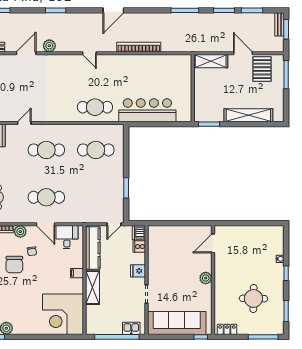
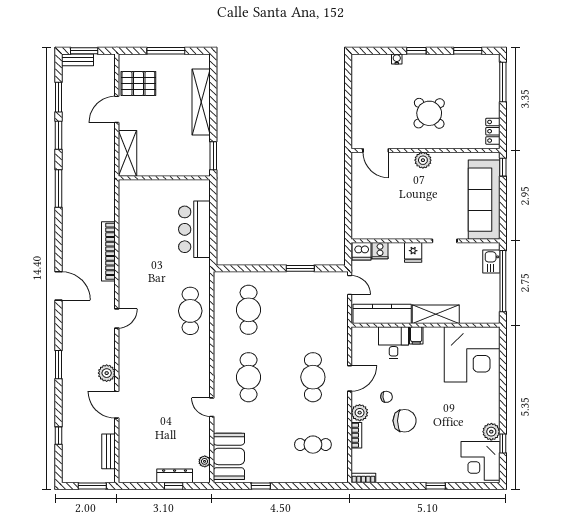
window: (286, 75) -> (166, 51), moved
bar counter: (147, 110) -> (194, 229), width x0.73
desk: (67, 237) -> (394, 343), moved, turned 90
round table: (253, 298) -> (429, 113), moved, turned 45

